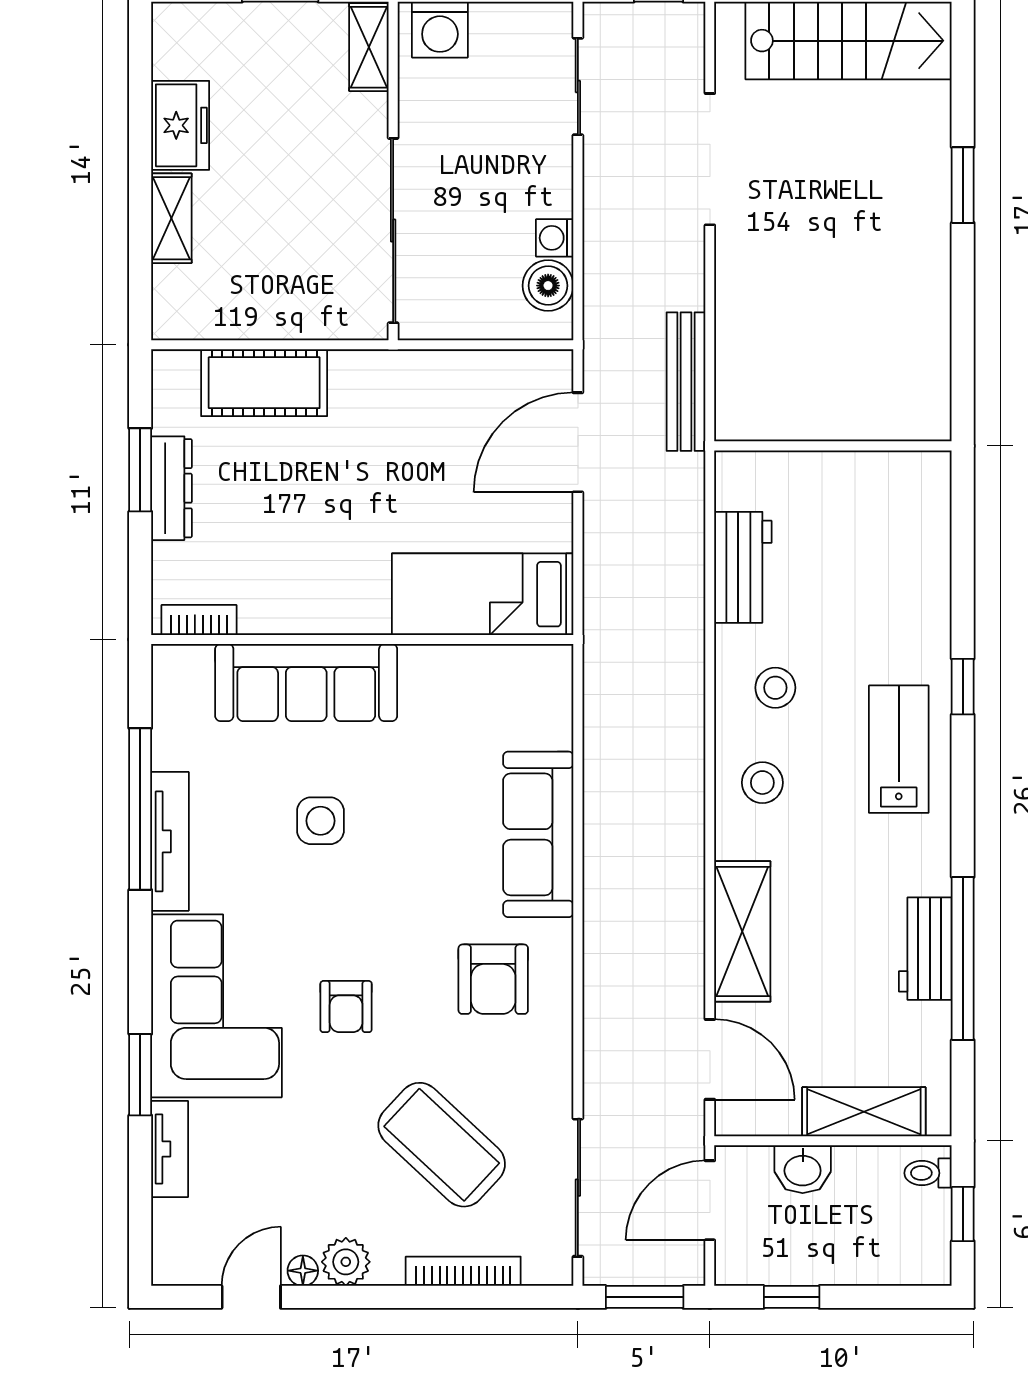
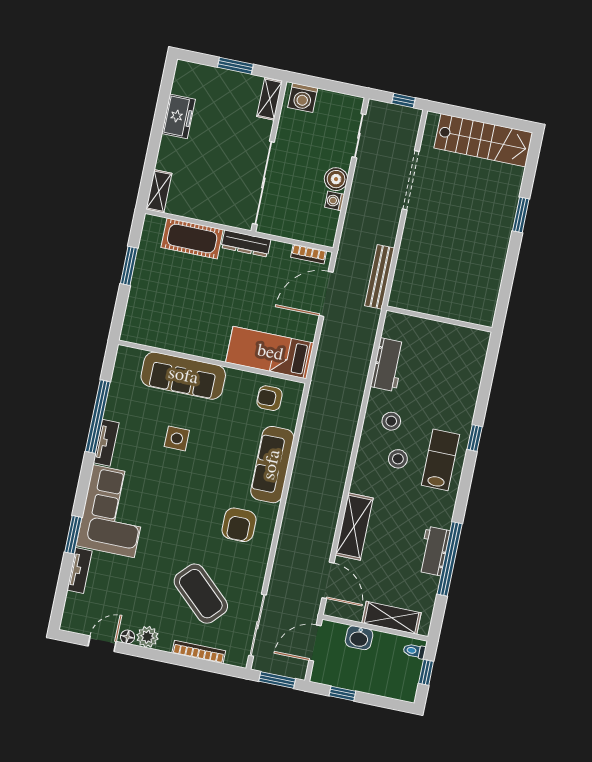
shelving: (171, 218) -> (159, 191), moved
boiler: (548, 286) -> (336, 179), moved
dresser: (172, 488) -> (246, 244), moved, turned 90
bookcase: (199, 620) -> (309, 254), moved, turned 180
stool: (762, 783) -> (398, 459), moved
tv unit: (170, 841) -> (106, 443), width x0.71
armchair: (346, 1007) -> (269, 398), moved, turned 90

